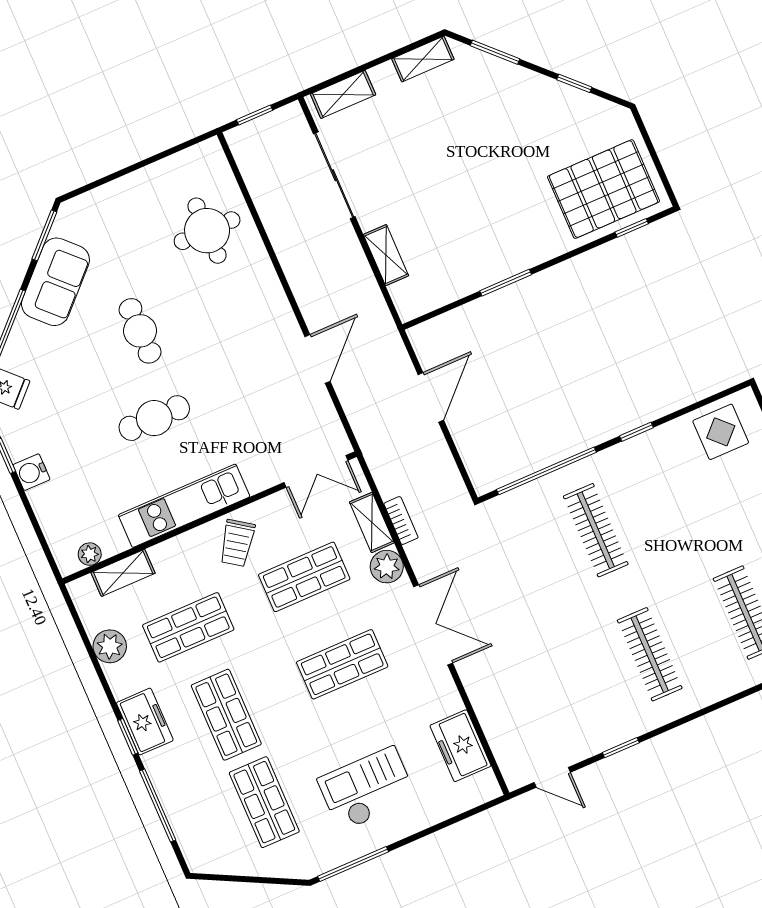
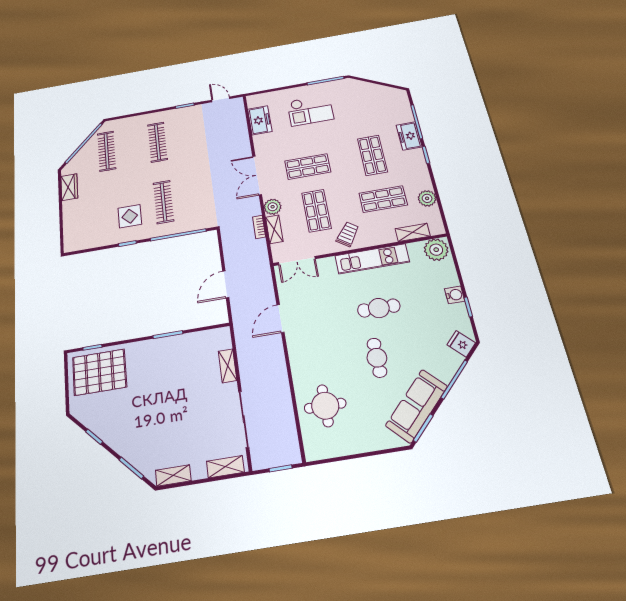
sofa: (55, 282) -> (417, 406), width x1.36
display table: (721, 432) -> (130, 216), moved
double door: (316, 471) -> (297, 261), swing flipped
plant: (90, 554) -> (436, 250), width x1.87, depth x1.87
shop shelf: (304, 577) -> (316, 211), turned 90
freezer: (145, 722) -> (409, 136), moved
shop shelf: (264, 802) -> (362, 114), removed

